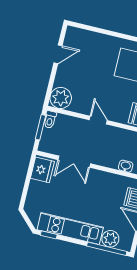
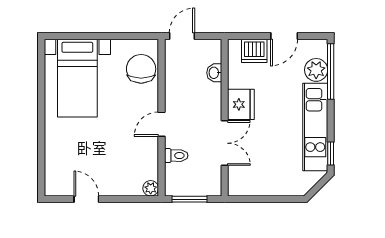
plant: (61, 98) -> (151, 188), width x0.53, depth x0.53
toilet: (50, 120) -> (176, 156), moved
fridge: (42, 170) -> (241, 104), moved, turned 90

